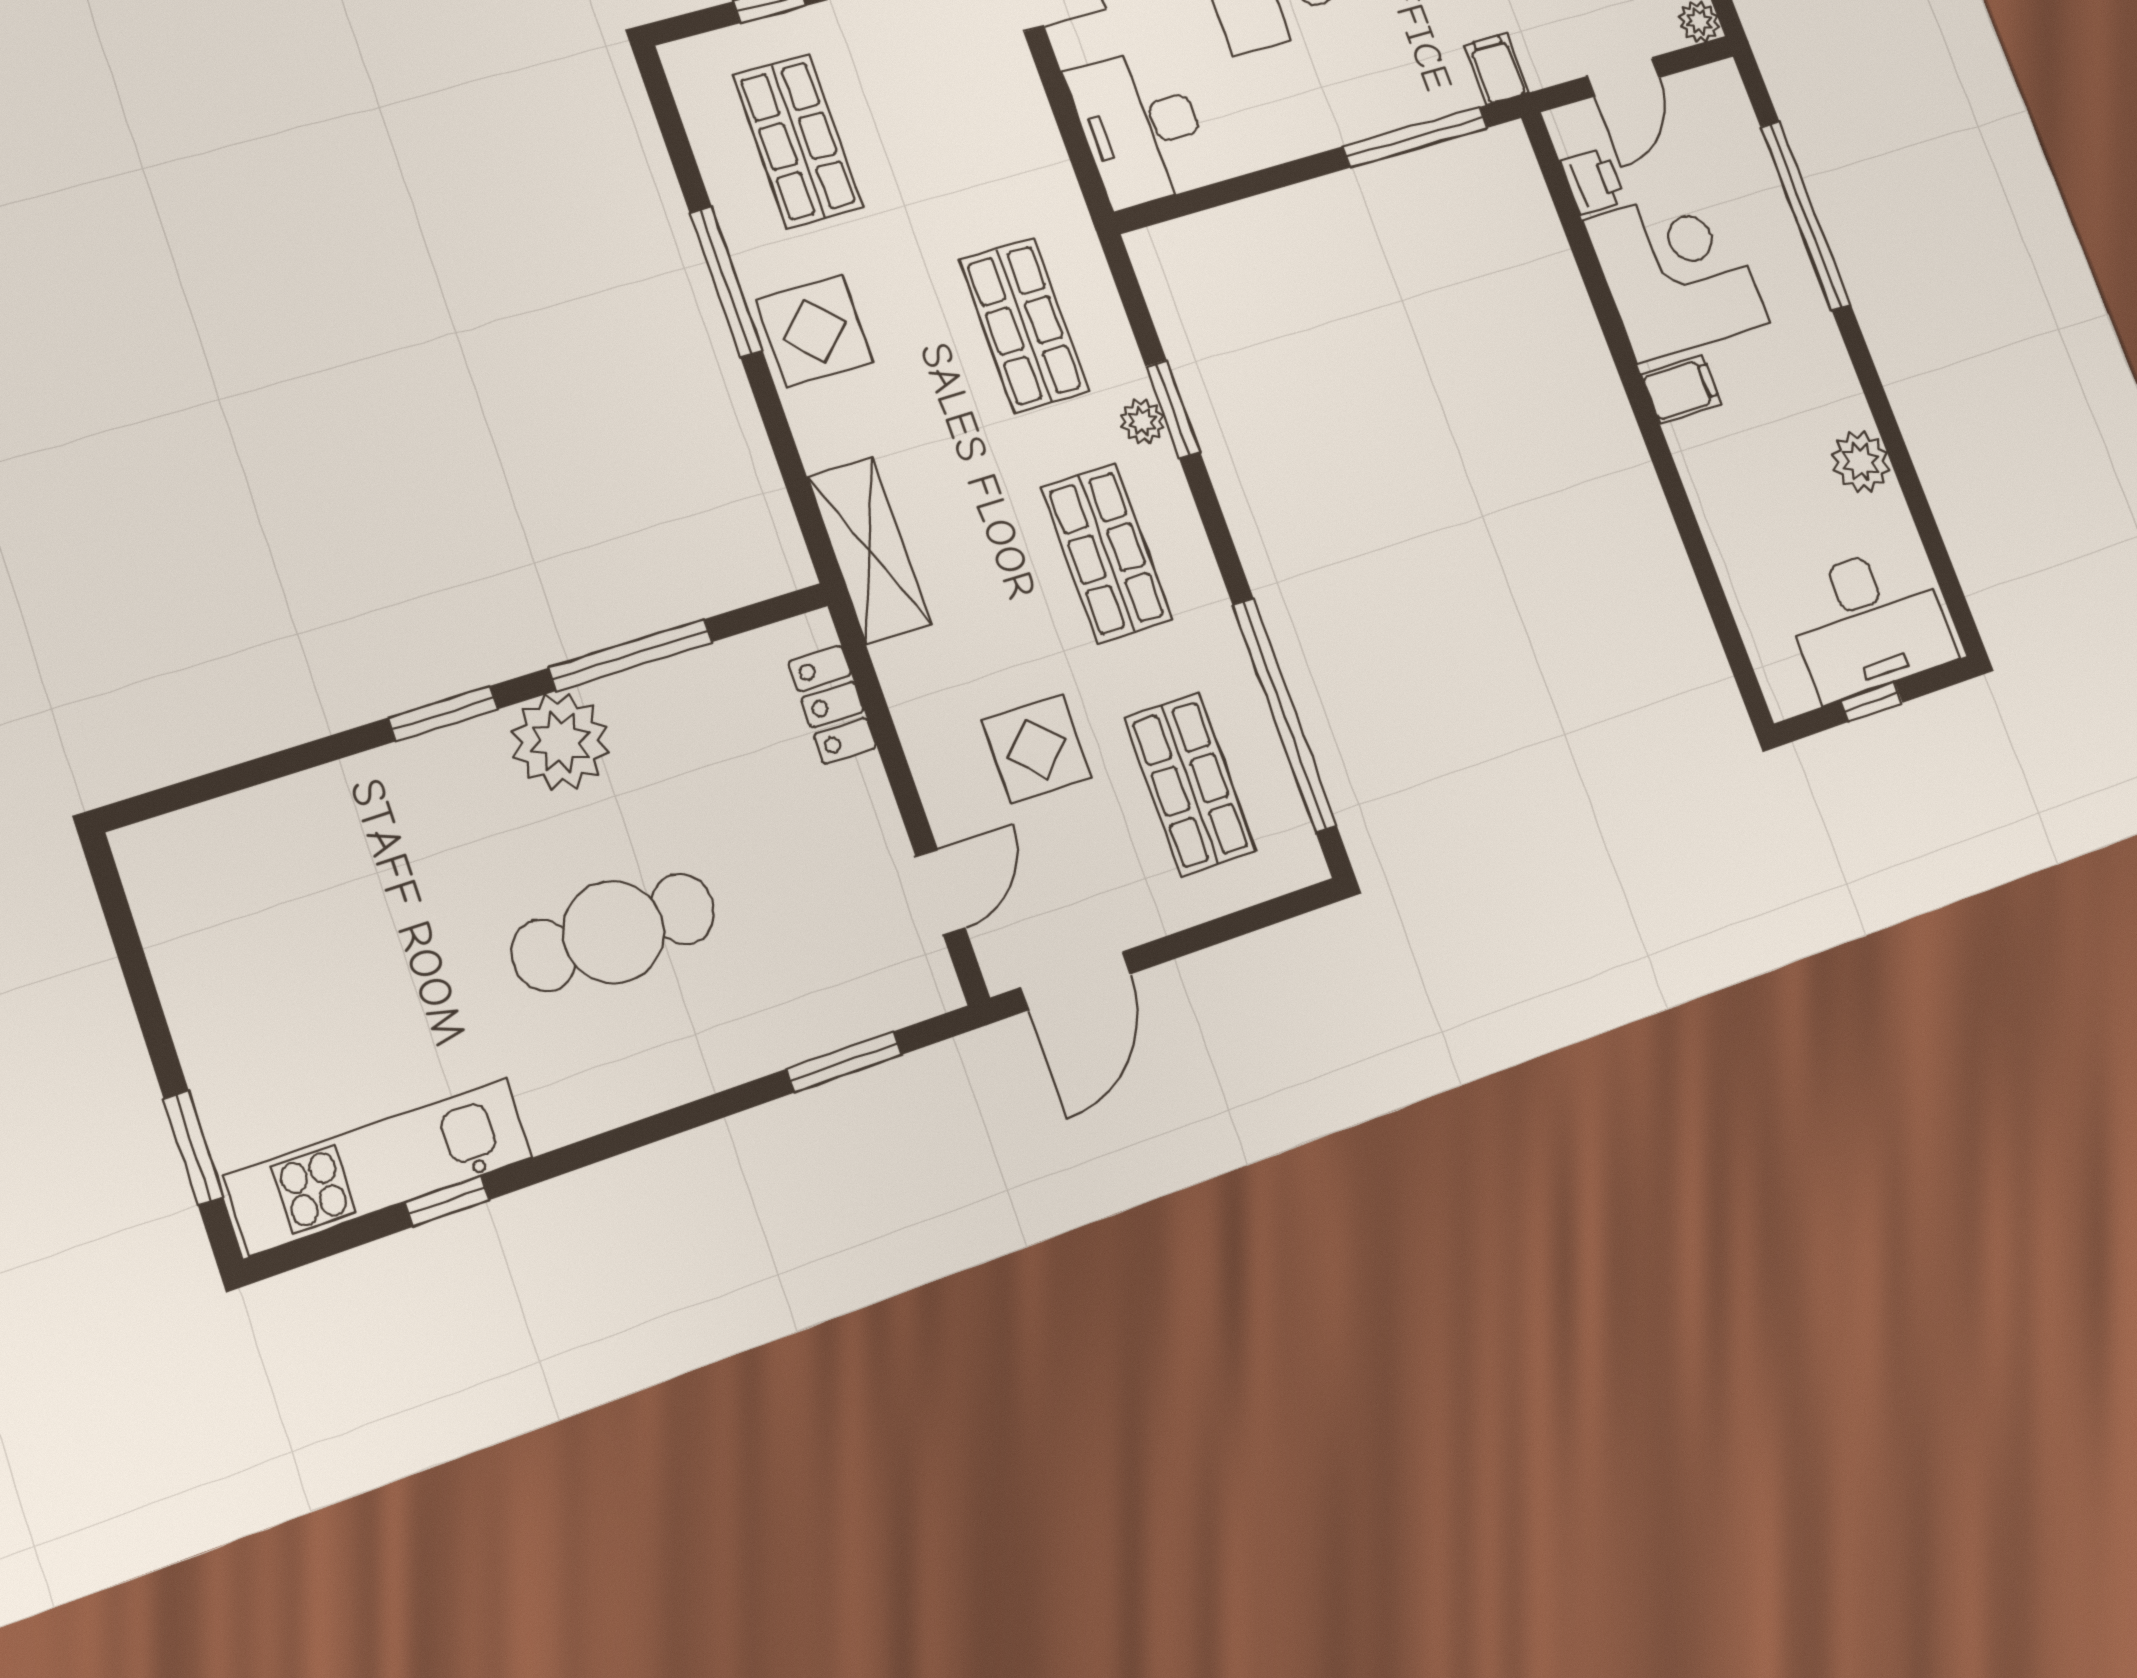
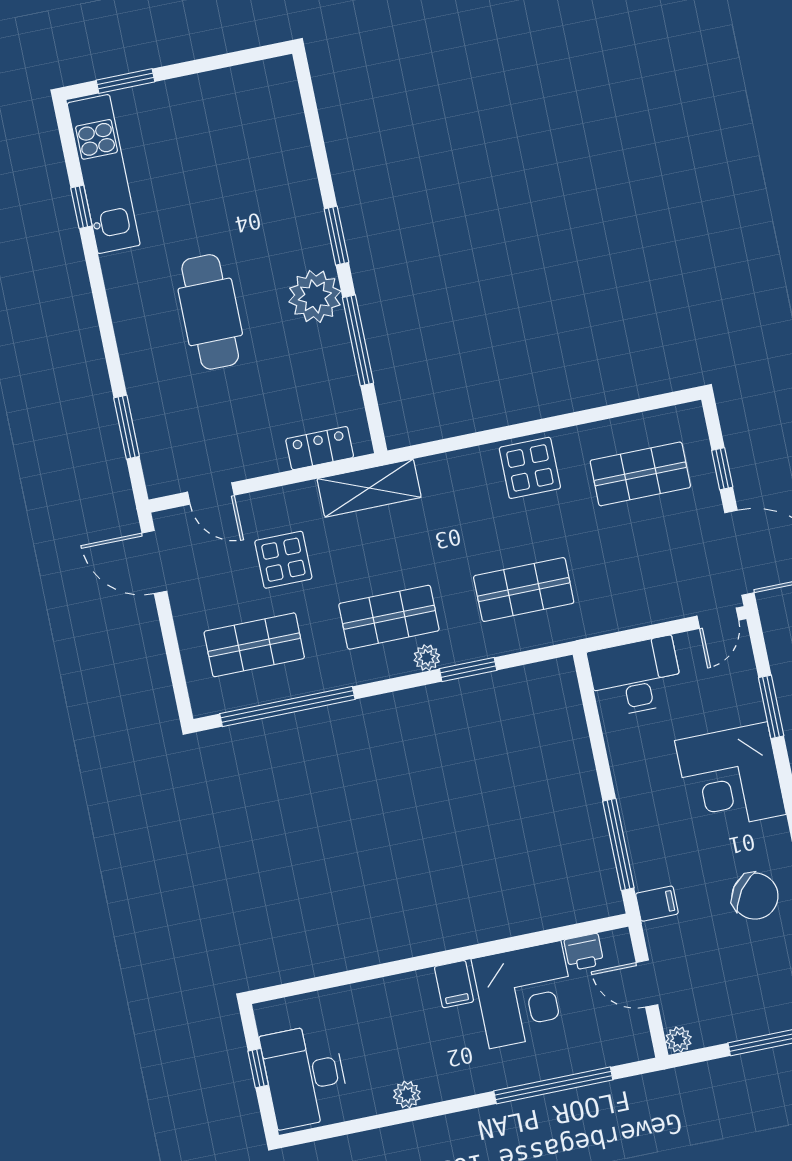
window: (726, 282) -> (562, 422), removed
plant: (1142, 421) -> (427, 658), moved
plant: (1861, 462) -> (407, 1095), width x0.73, depth x0.73
shelving: (869, 550) -> (369, 488), moved

